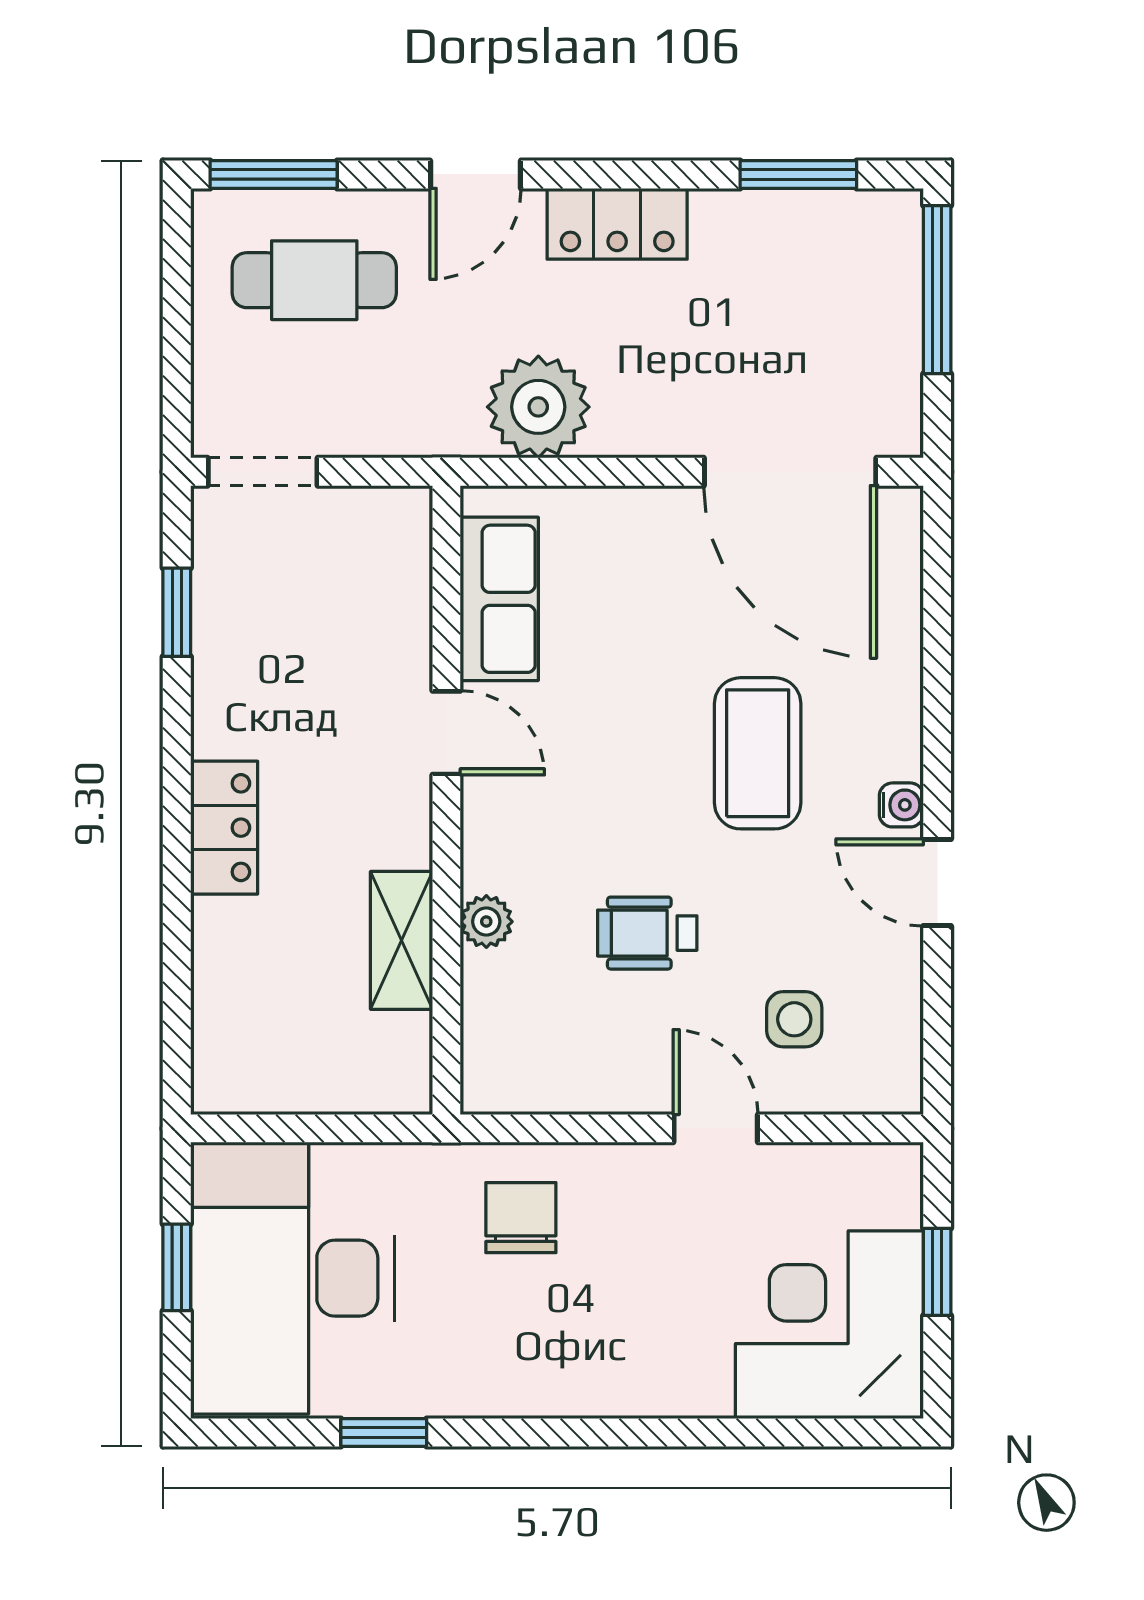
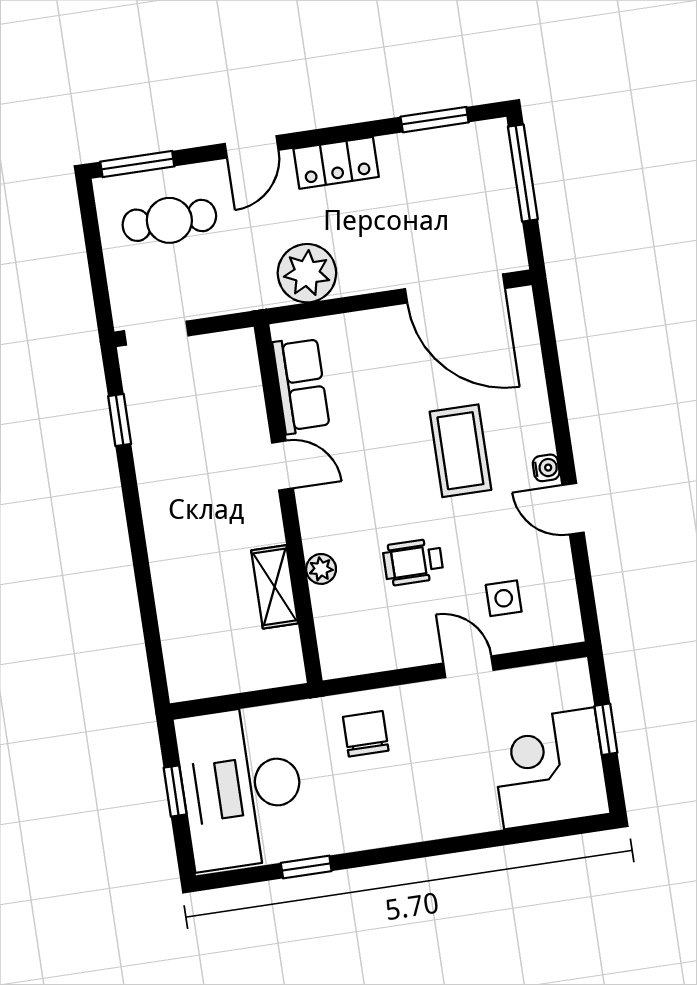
locker: (224, 828) -> (165, 538), removed

